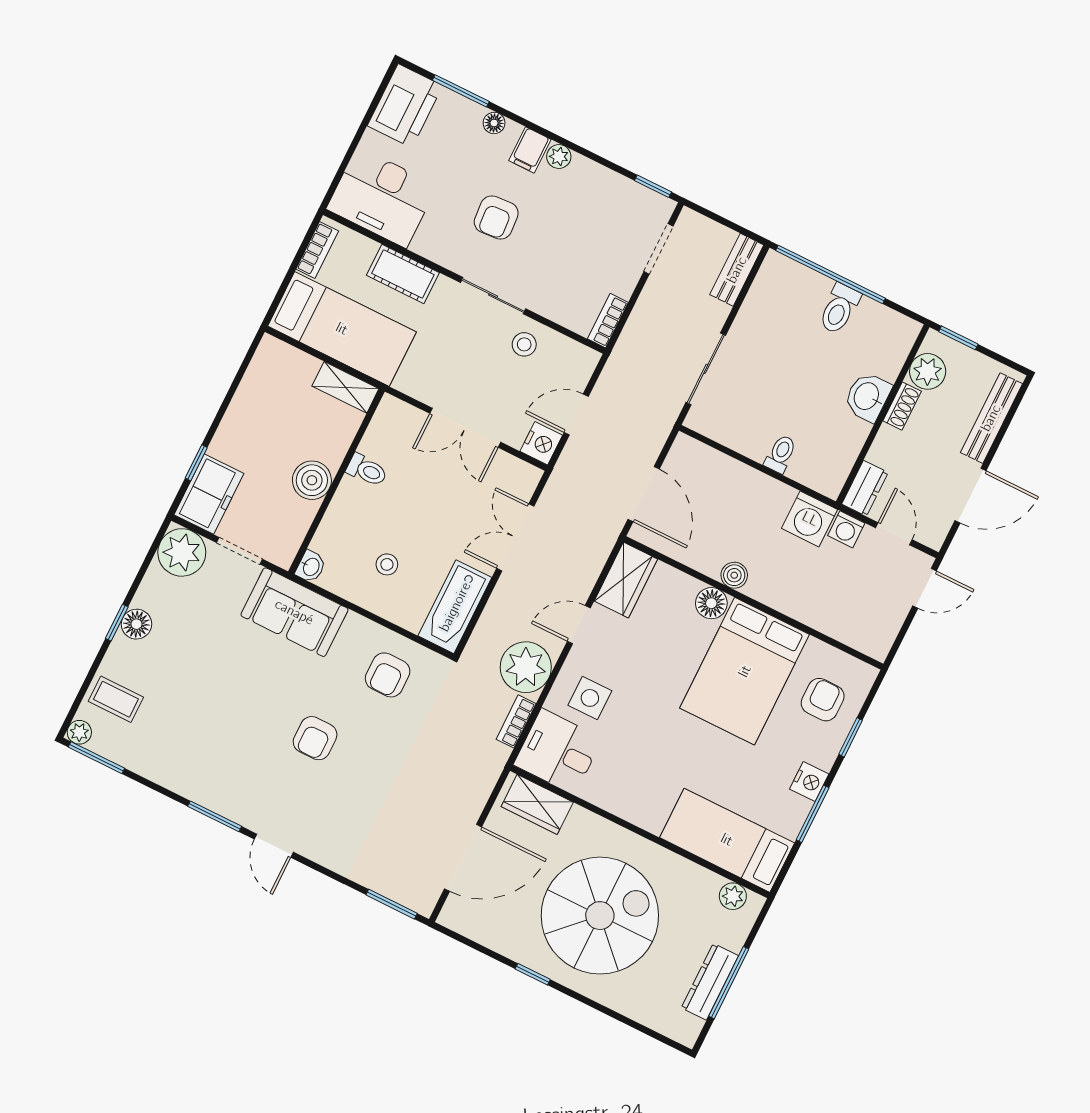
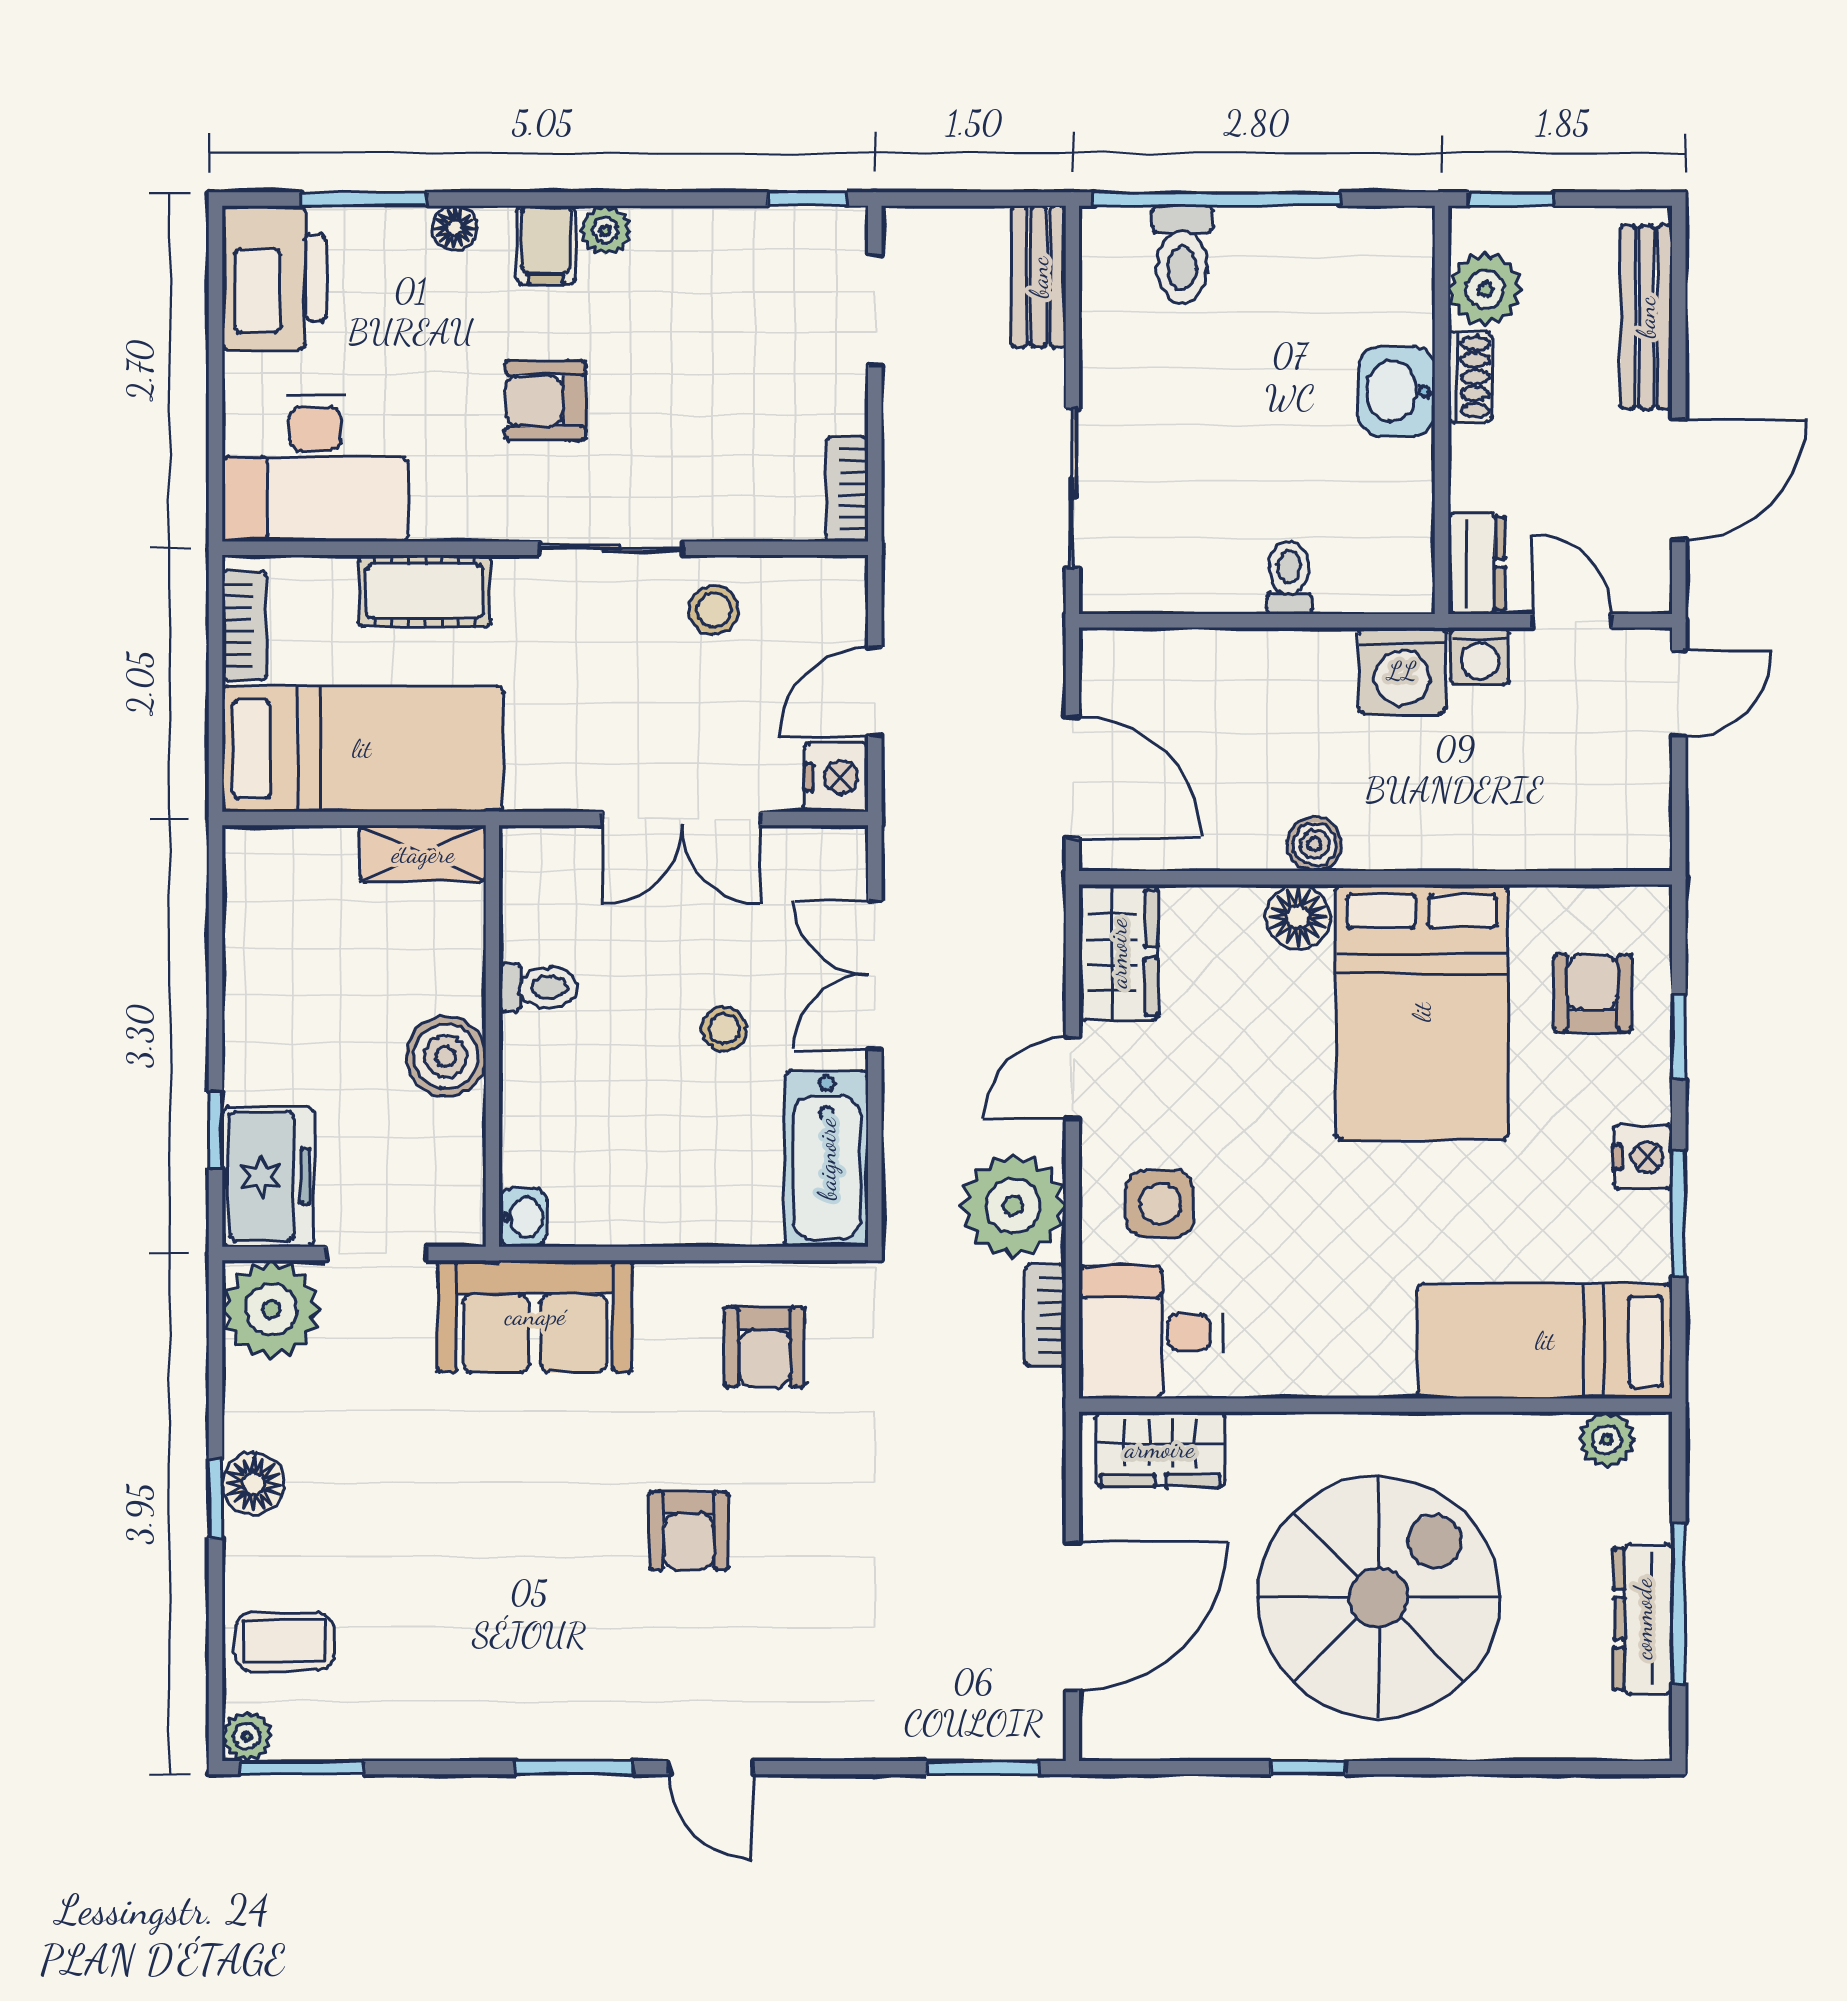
armchair: (496, 217) -> (545, 401), turned 94
toilet: (839, 309) -> (1182, 255), moved
stool: (387, 564) -> (724, 1029), moved

